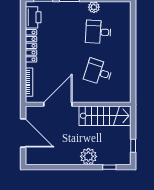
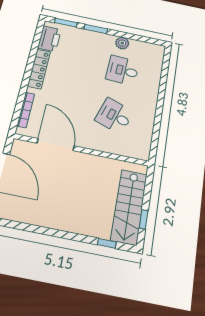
door: (58, 104) -> (56, 145), hinge flipped
stairs: (105, 116) -> (129, 207), moved, turned 90
plant: (88, 156) -> (81, 222), removed

